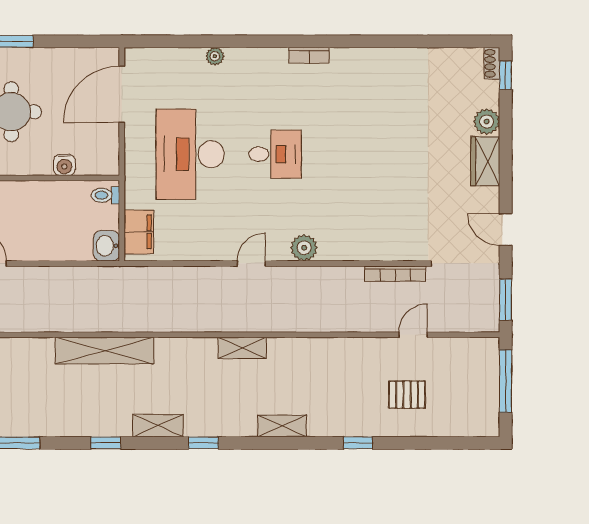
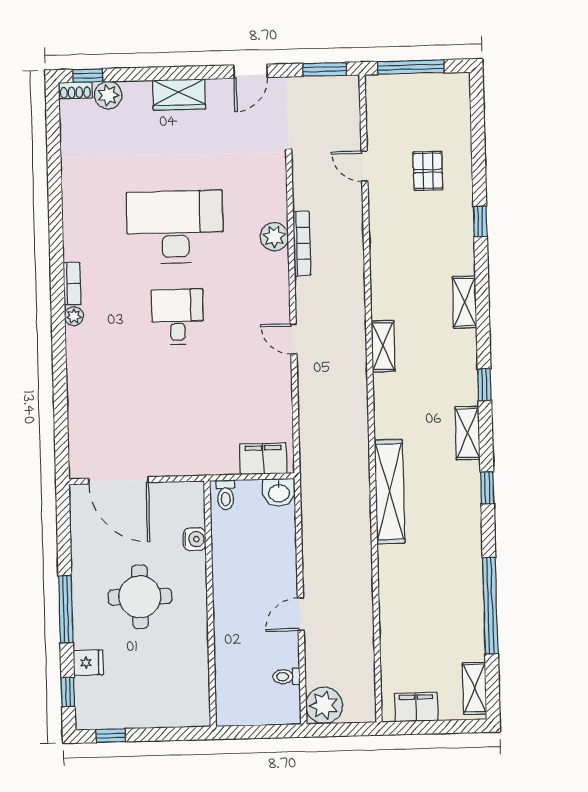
plant: (215, 56) -> (74, 316), moved
plant: (487, 122) -> (108, 95), moved
desk: (190, 154) -> (175, 227), moved, turned 180
plant: (304, 248) -> (274, 237), moved
bookcase: (395, 274) -> (302, 243), moved

